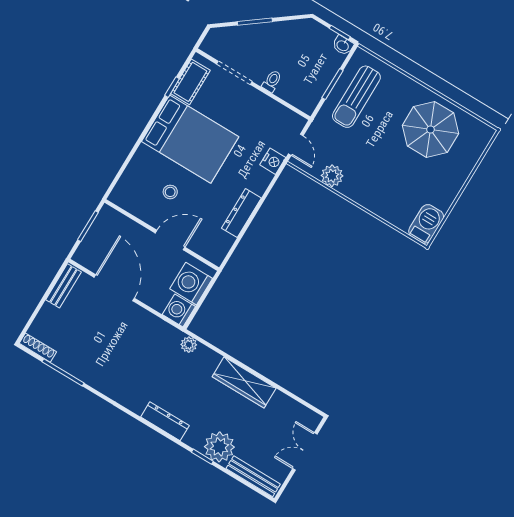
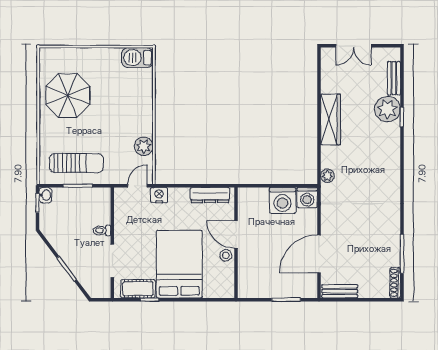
wall: (162, 235) -> (236, 243), moved
door: (170, 240) -> (236, 234), moved
dresser: (165, 421) -> (393, 159), removed
bench: (253, 476) -> (394, 78), width x0.73

